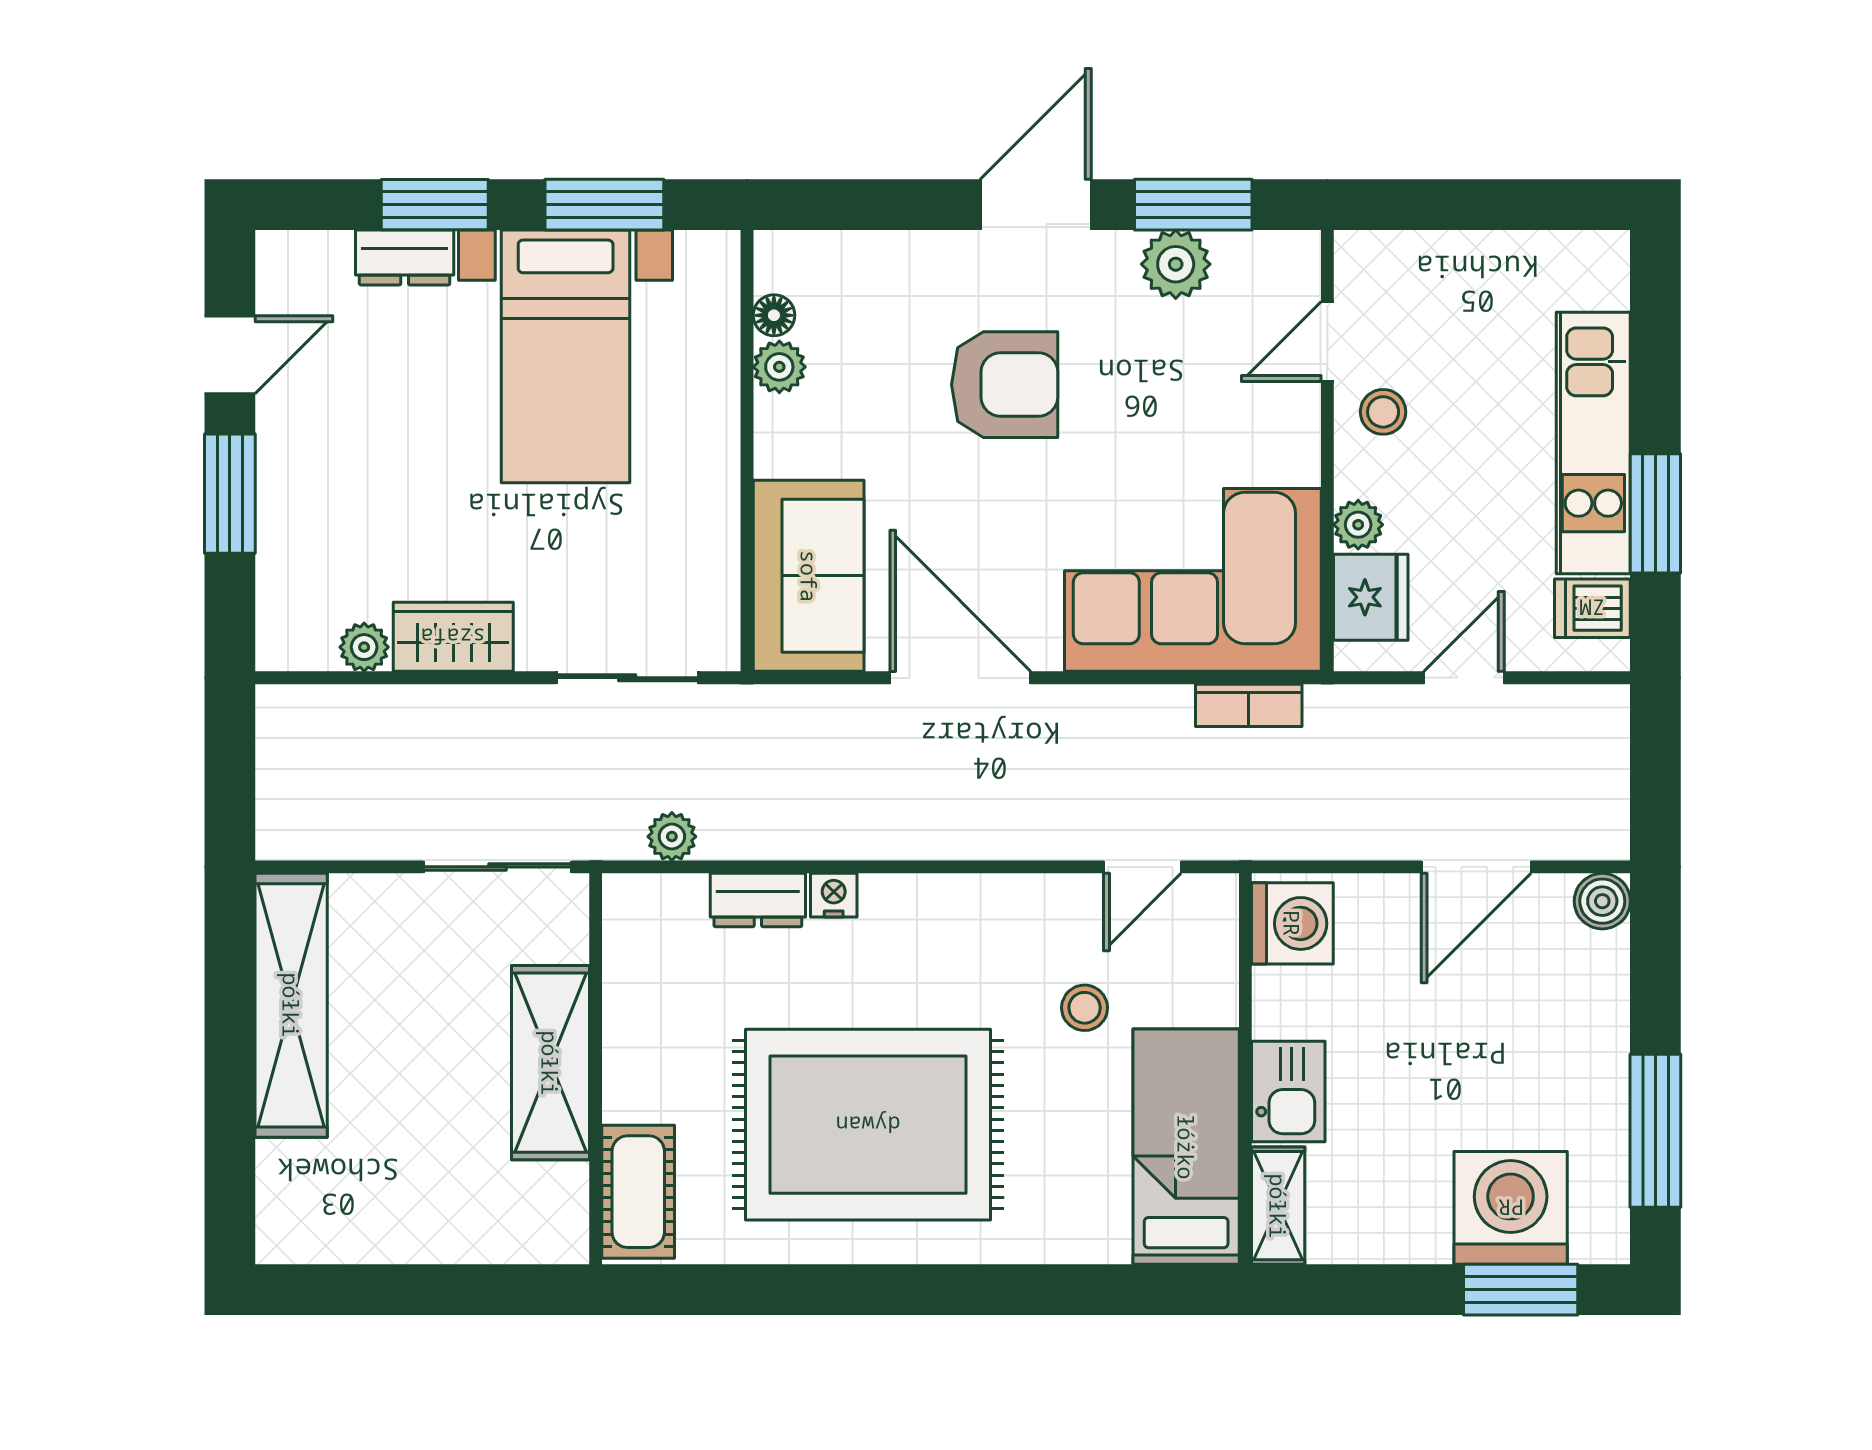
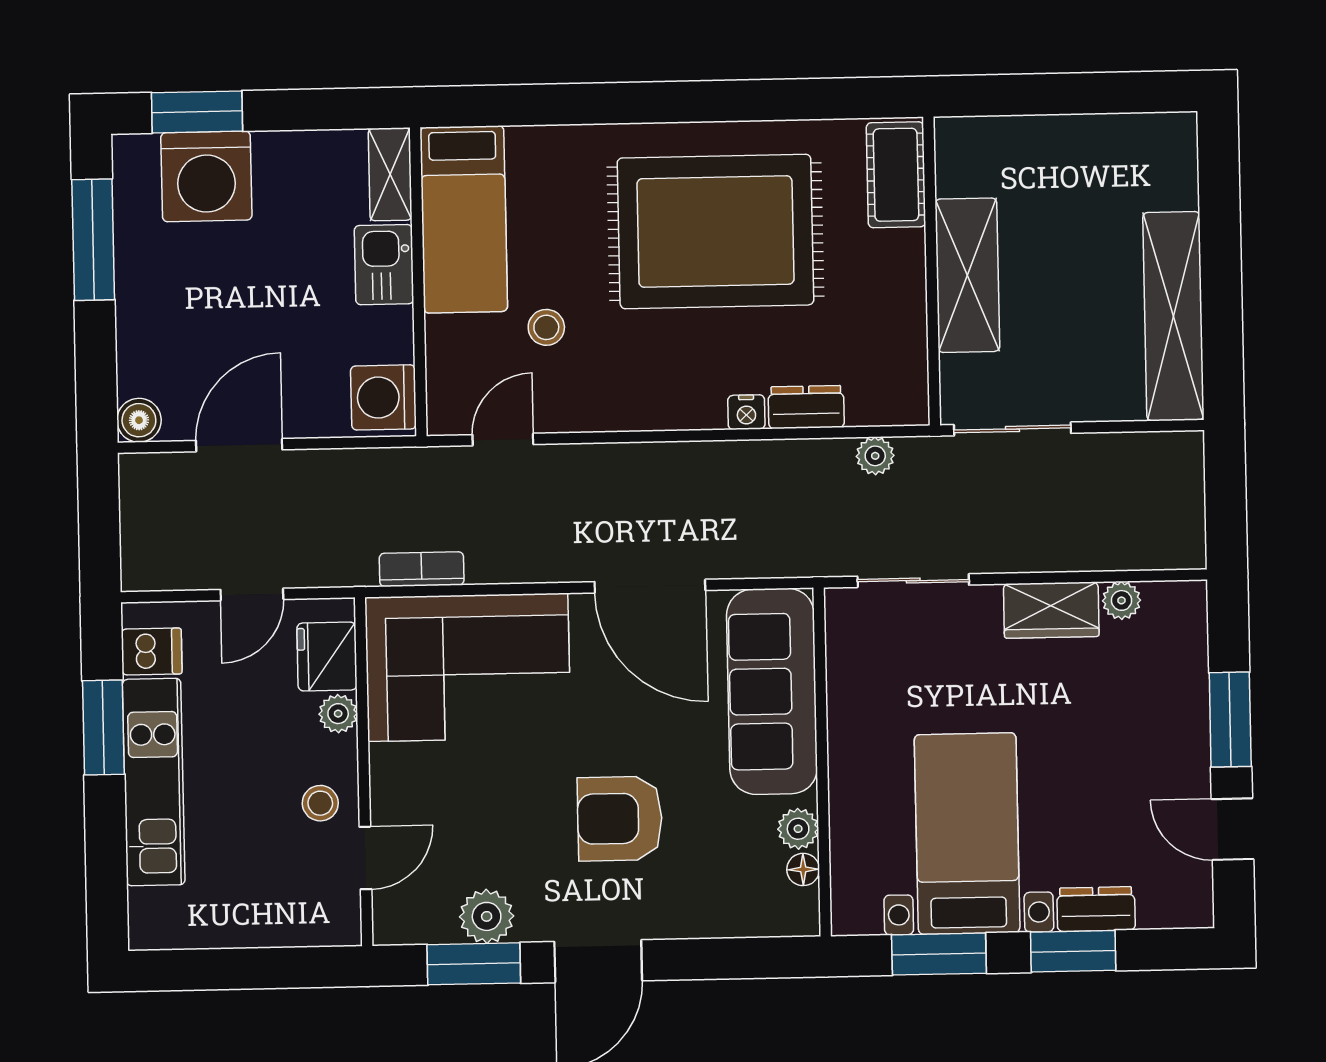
door: (230, 355) -> (1232, 829), hinge flipped
sofa: (809, 576) -> (772, 691), width x1.36

